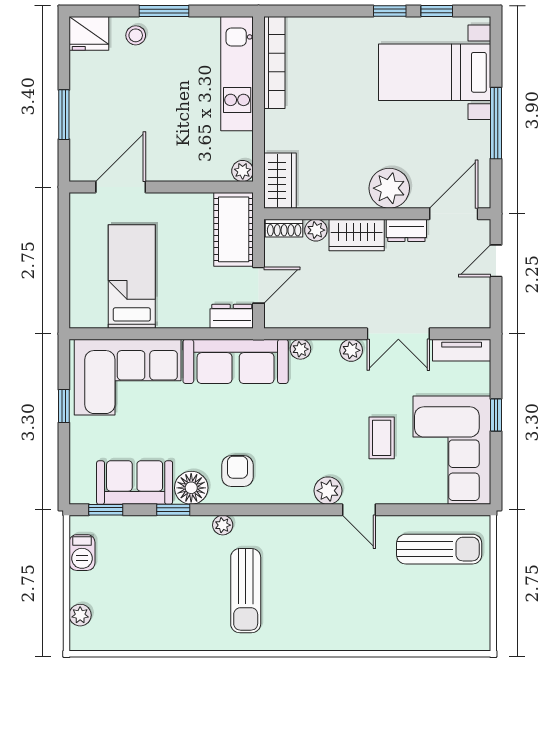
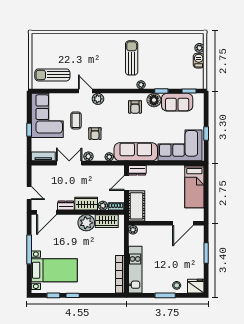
wardrobe: (280, 181) -> (107, 221), moved, turned -90
plant: (389, 188) -> (86, 223), moved
door: (496, 261) -> (29, 193), hinge flipped
bed: (132, 277) -> (194, 187), moved
armchair: (335, 406) -> (95, 134), added
barbecue: (82, 553) -> (199, 61), moved

